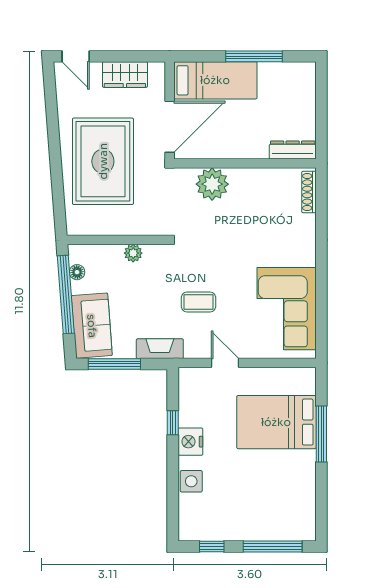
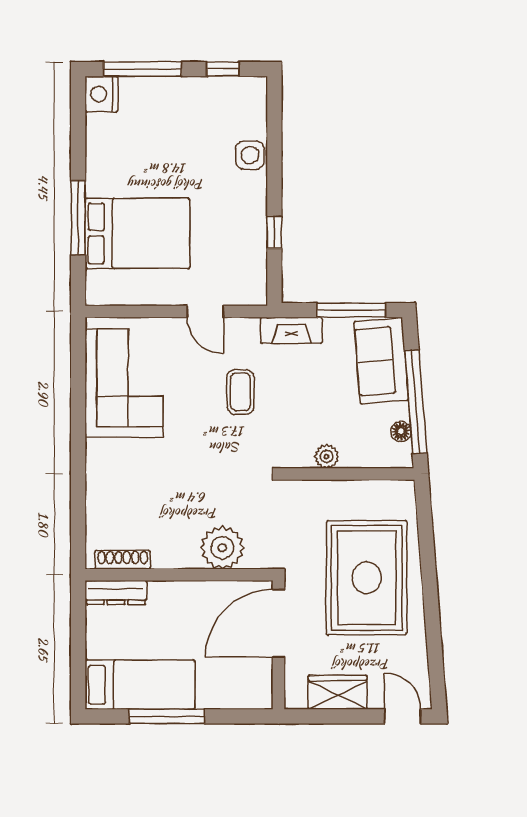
bed: (215, 80) -> (140, 685), moved, turned 180
shoe rack: (309, 192) -> (123, 560), moved, turned -90
coffee table: (199, 302) -> (240, 392), turned 90
nightstand: (190, 442) -> (101, 94), moved, turned 180

